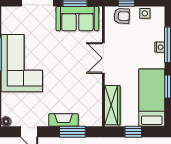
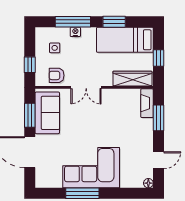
side table: (145, 13) -> (55, 48), moved
armchair: (122, 16) -> (57, 75), moved, turned -93
fireplace: (63, 120) -> (147, 103), moved

